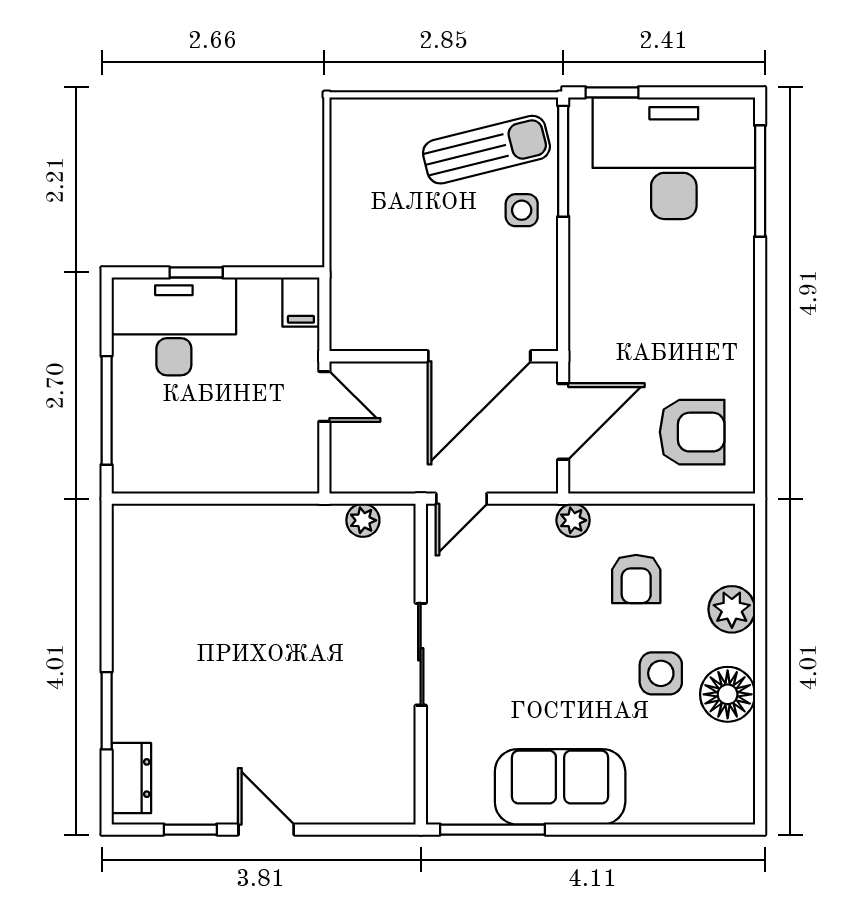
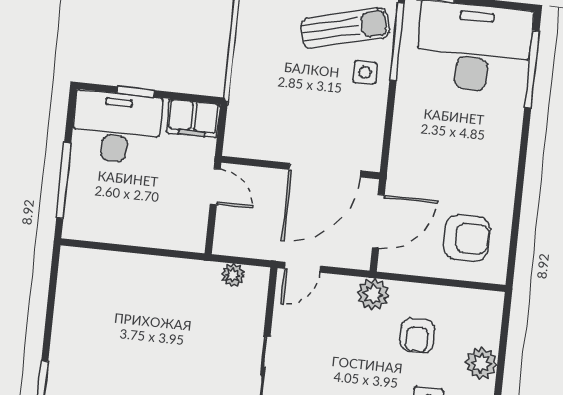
filing cabinet: (301, 302) -> (193, 118), width x2.00
plant: (573, 520) -> (373, 294), width x1.38, depth x1.38

